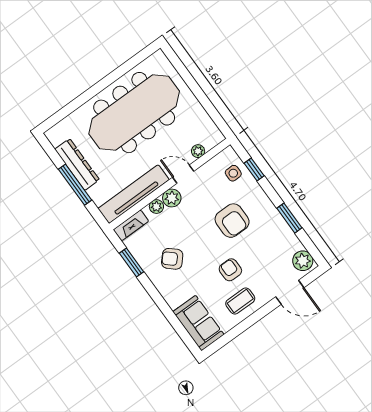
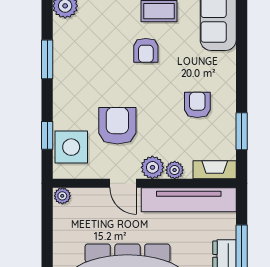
plant: (198, 151) -> (62, 196), moved
side table: (233, 173) -> (71, 147), width x1.87, depth x1.87
armchair: (232, 221) -> (117, 126), moved
armchair: (172, 259) -> (197, 105), turned -132

